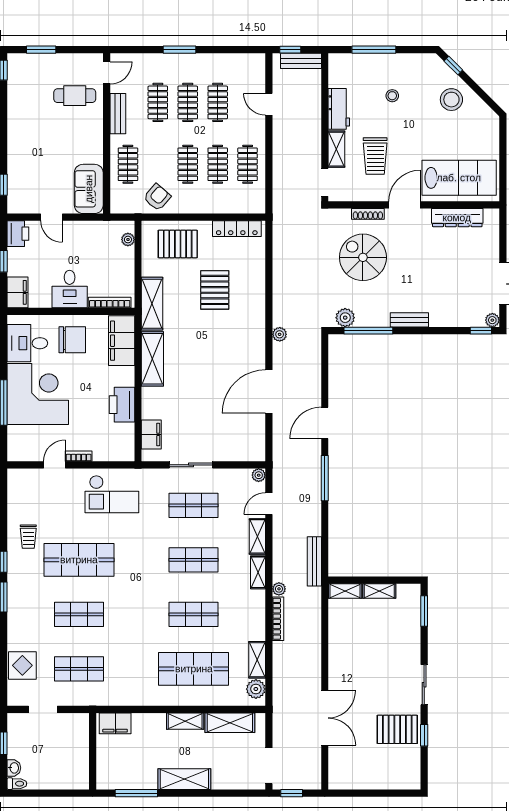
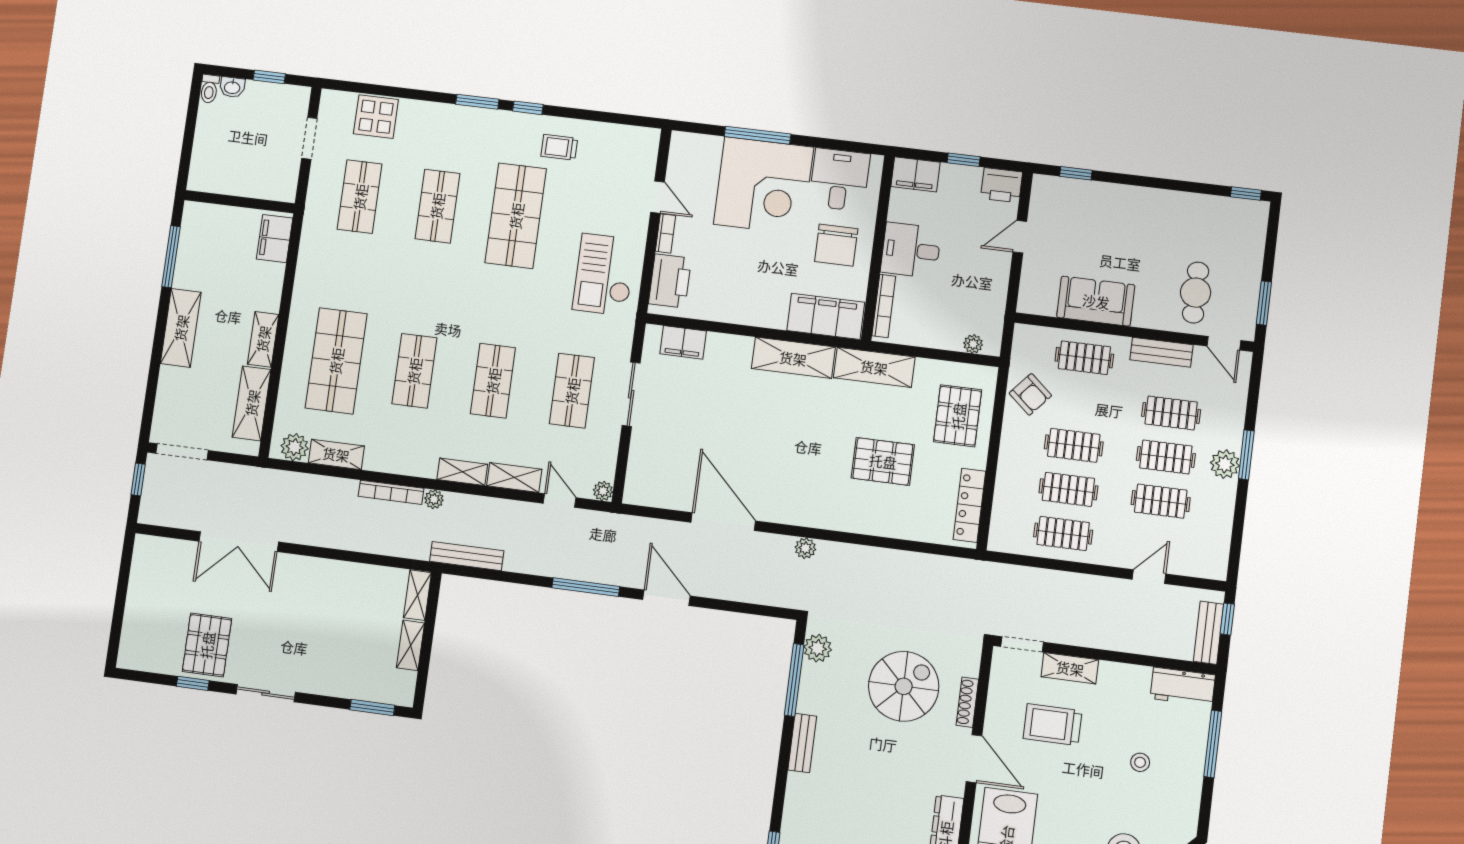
window: (41, 50) -> (1264, 303), moved
plant: (188, 63) -> (1225, 464), added
workbench: (339, 109) -> (1183, 687), moved
sofa: (89, 189) -> (1096, 301), moved
printer: (122, 405) -> (670, 281), moved, turned 90

